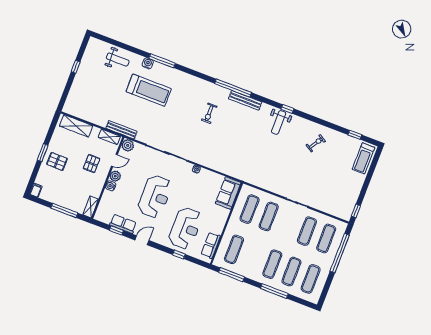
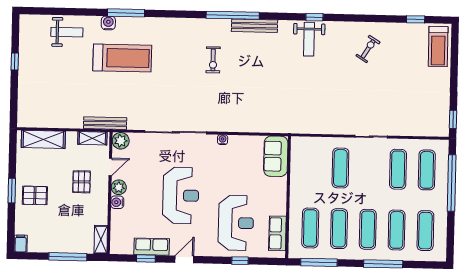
exercise mat: (249, 209) -> (339, 229), moved

